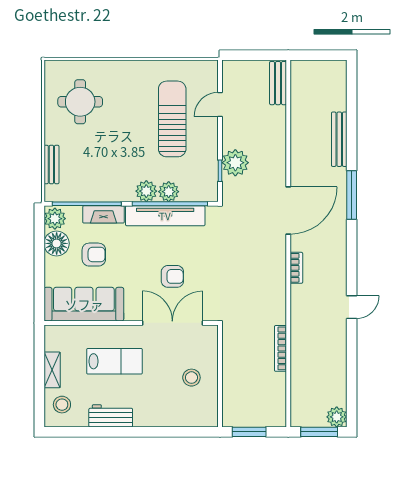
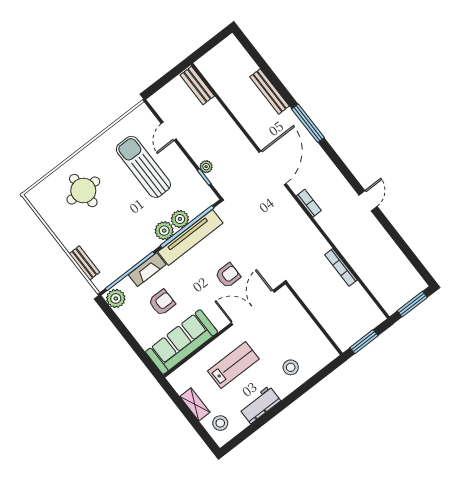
round table: (80, 102) -> (83, 191), moved
plant: (235, 163) -> (206, 167), width x0.53, depth x0.53
floor lamp: (57, 243) -> (130, 315), removed
stool: (191, 378) -> (291, 367), moved
plant: (337, 417) -> (416, 284), removed

